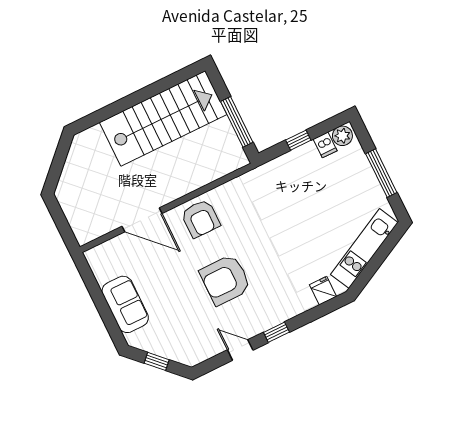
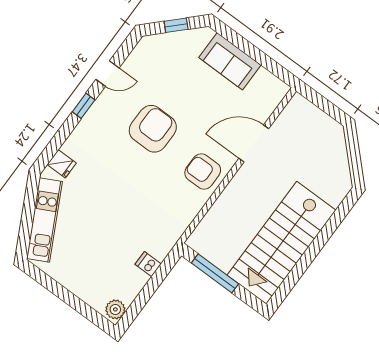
window: (298, 140) -> (152, 285), removed
dishwasher: (325, 145) -> (148, 264), moved
window: (381, 173) -> (64, 294), removed

